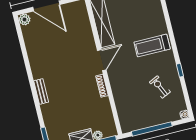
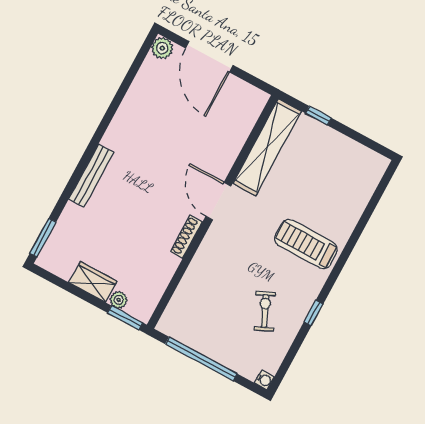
door: (102, 60) -> (218, 201), swing flipped
bench: (41, 91) -> (91, 176), width x1.36

